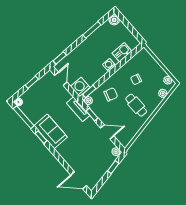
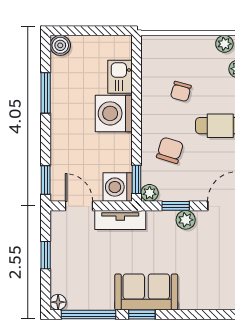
washing machine: (109, 65) -> (114, 113), width x1.89, depth x1.89
tv unit: (78, 109) -> (120, 220), moved
plant: (90, 123) -> (186, 220), added

